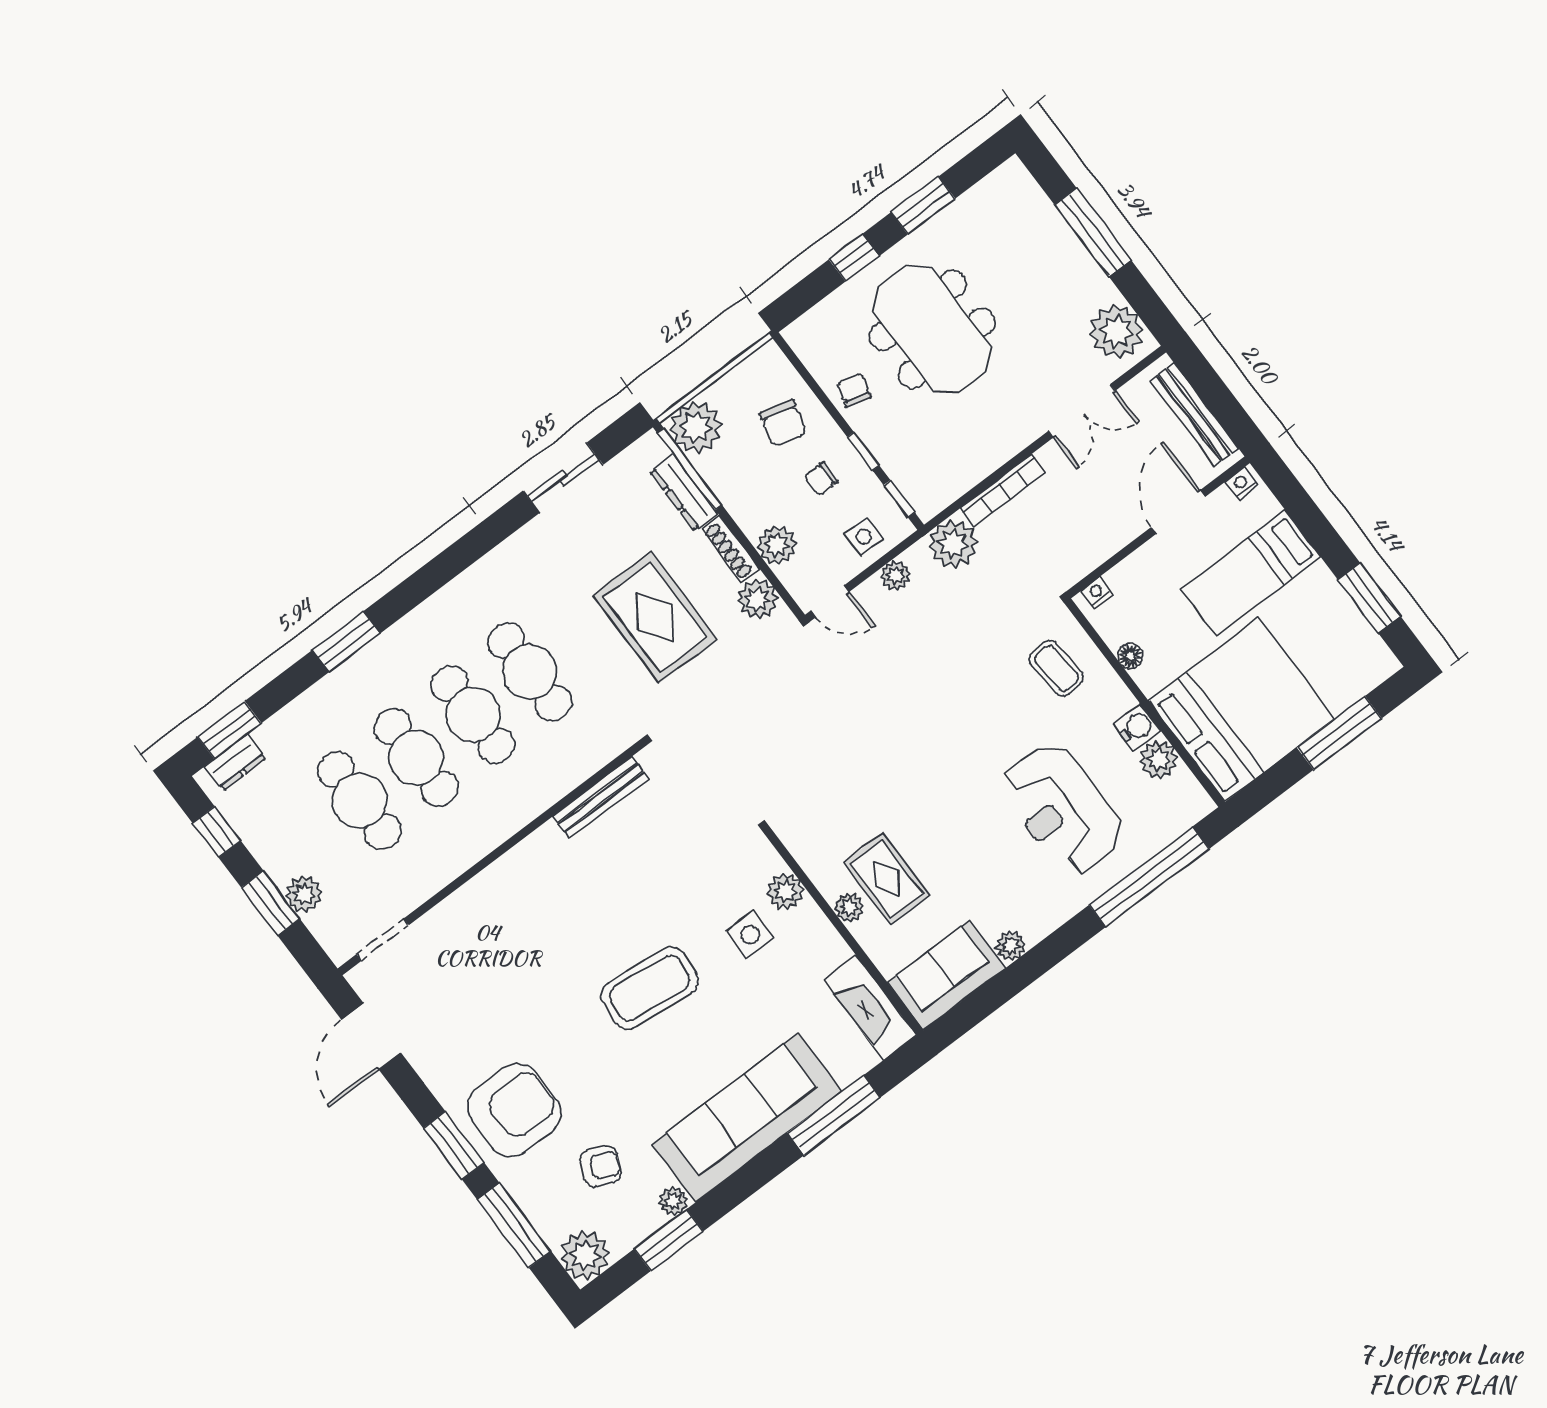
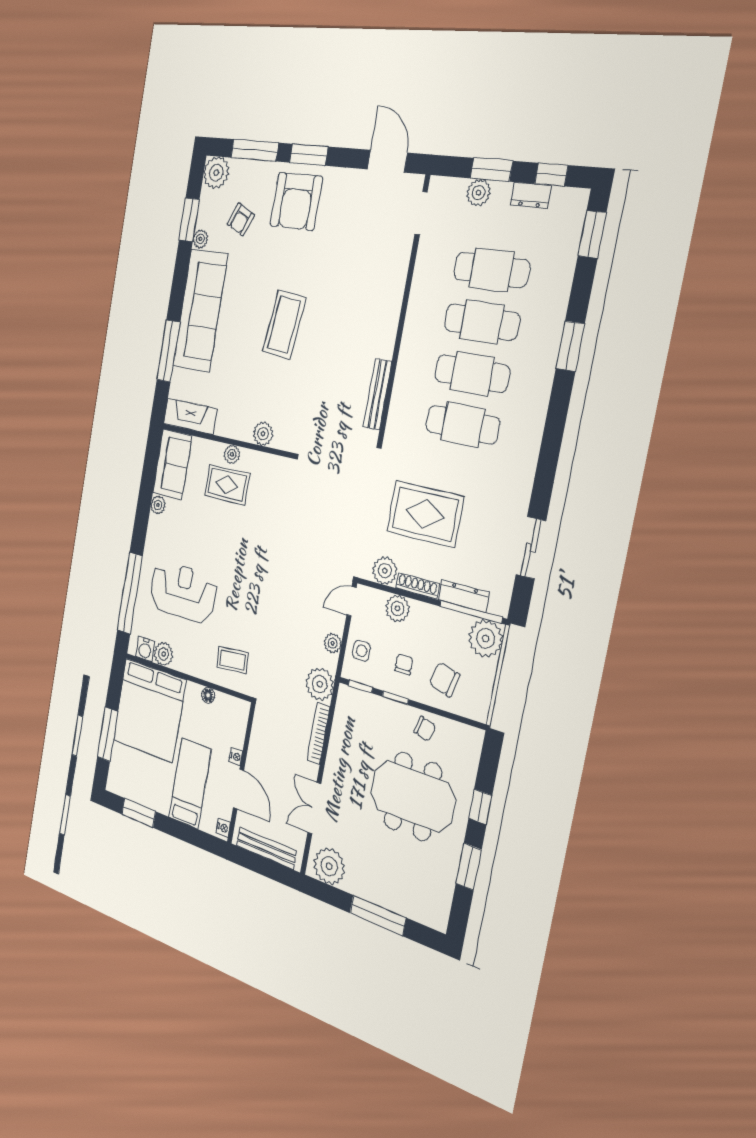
nightstand: (1097, 593) -> (236, 757), moved
water cooler: (1137, 727) -> (145, 649), moved
dresser: (235, 762) -> (531, 195), moved, turned -90
side table: (750, 935) -> (262, 397), removed

